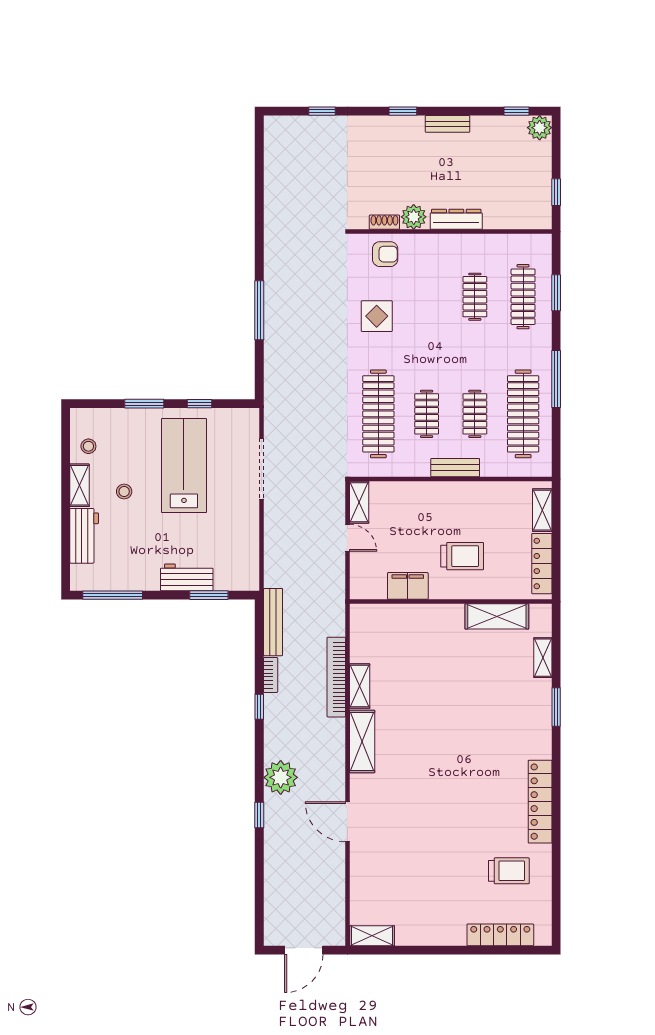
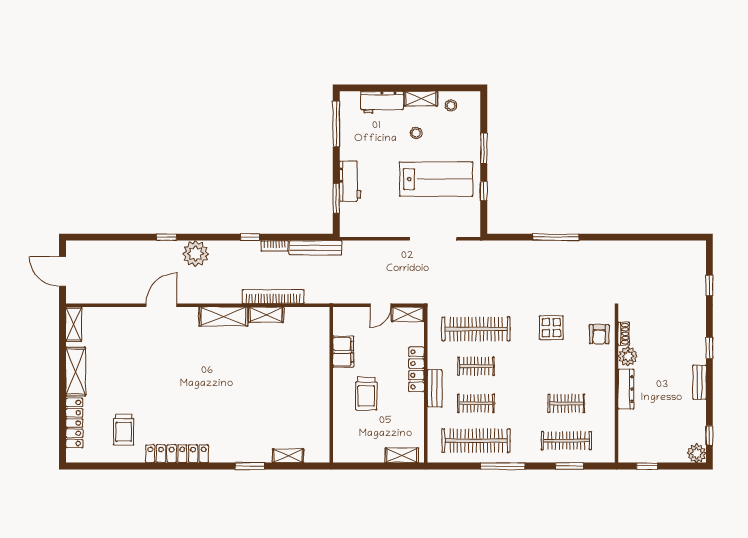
locker: (542, 564) -> (416, 369), moved, turned -90
shelving: (497, 616) -> (76, 372), moved

